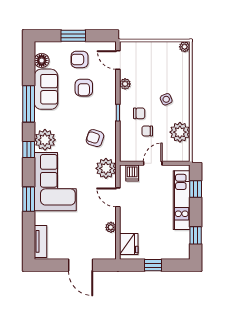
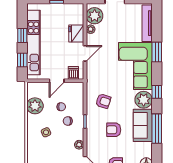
armchair: (84, 88) -> (114, 130), moved, turned -90
sofa: (46, 89) -> (143, 125), moved
plant: (106, 168) -> (95, 16), moved
door: (118, 197) -> (85, 53), hinge flipped
kitchen unit: (182, 200) -> (34, 42), width x1.36
window: (196, 235) -> (22, 35), moved
tv unit: (41, 241) -> (147, 23), width x1.41
fridge: (129, 244) -> (76, 34), moved

